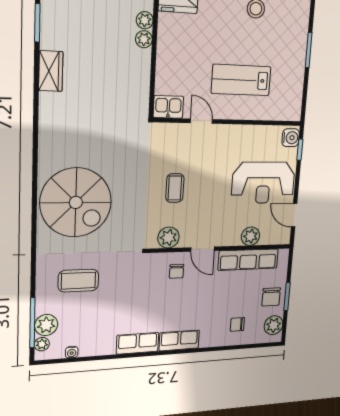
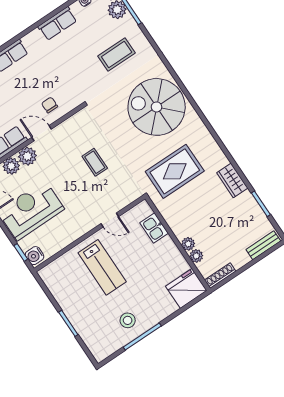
lab bench: (241, 80) -> (102, 267), turned 90
kitchen sink: (168, 107) -> (154, 228), moved, turned 90
rug: (104, 124) -> (175, 171), added
plant: (168, 238) -> (27, 156), moved
row of seats: (138, 343) -> (57, 24), moved

